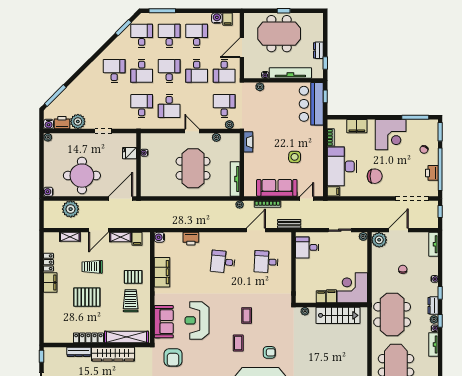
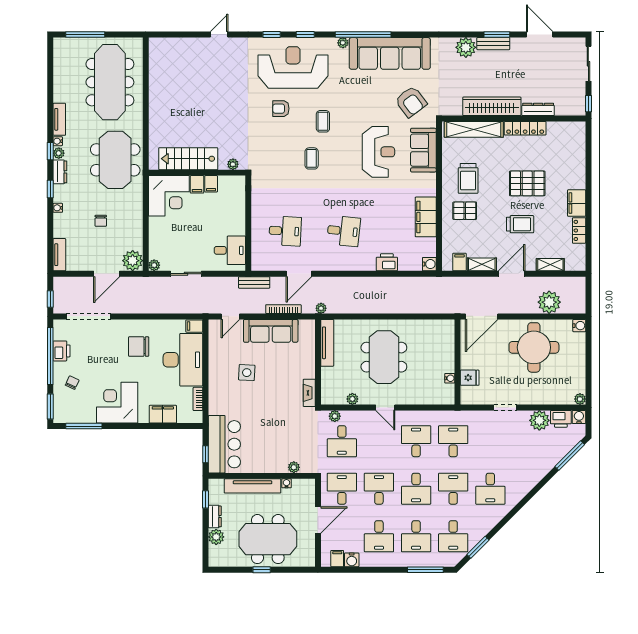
plant: (317, 35) -> (216, 537), added
desk: (142, 106) -> (453, 441), turned 180
armchair: (173, 357) -> (411, 102), turned 143

